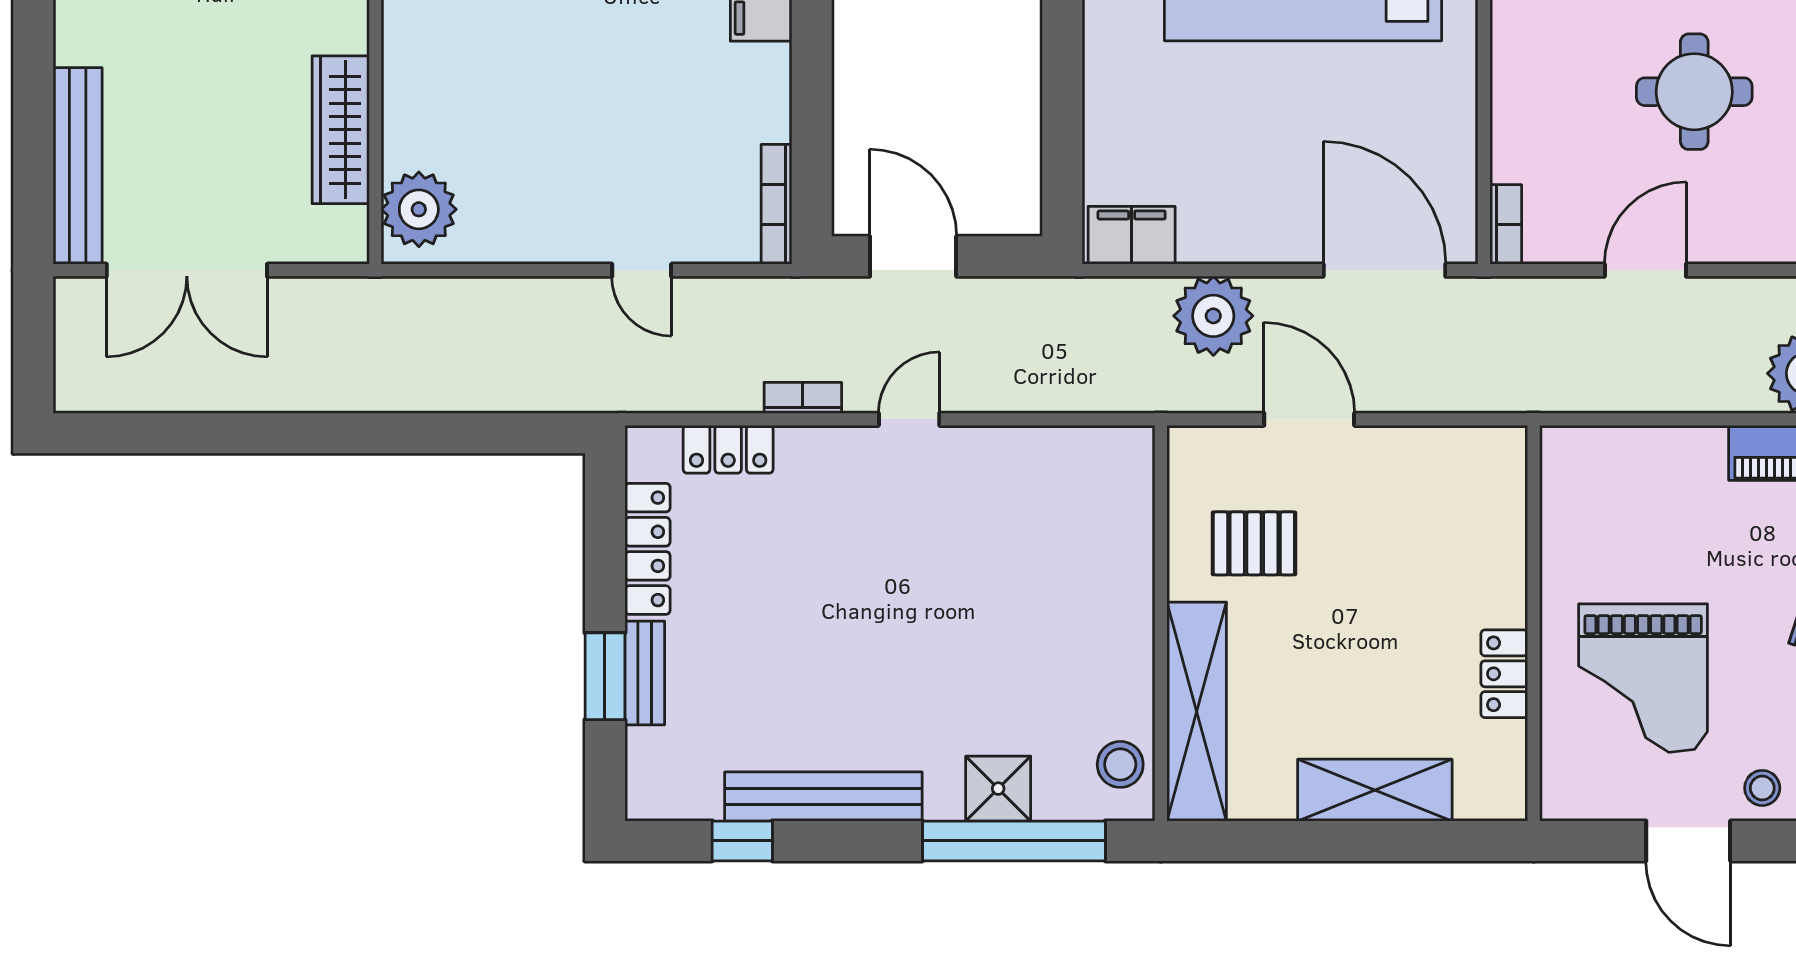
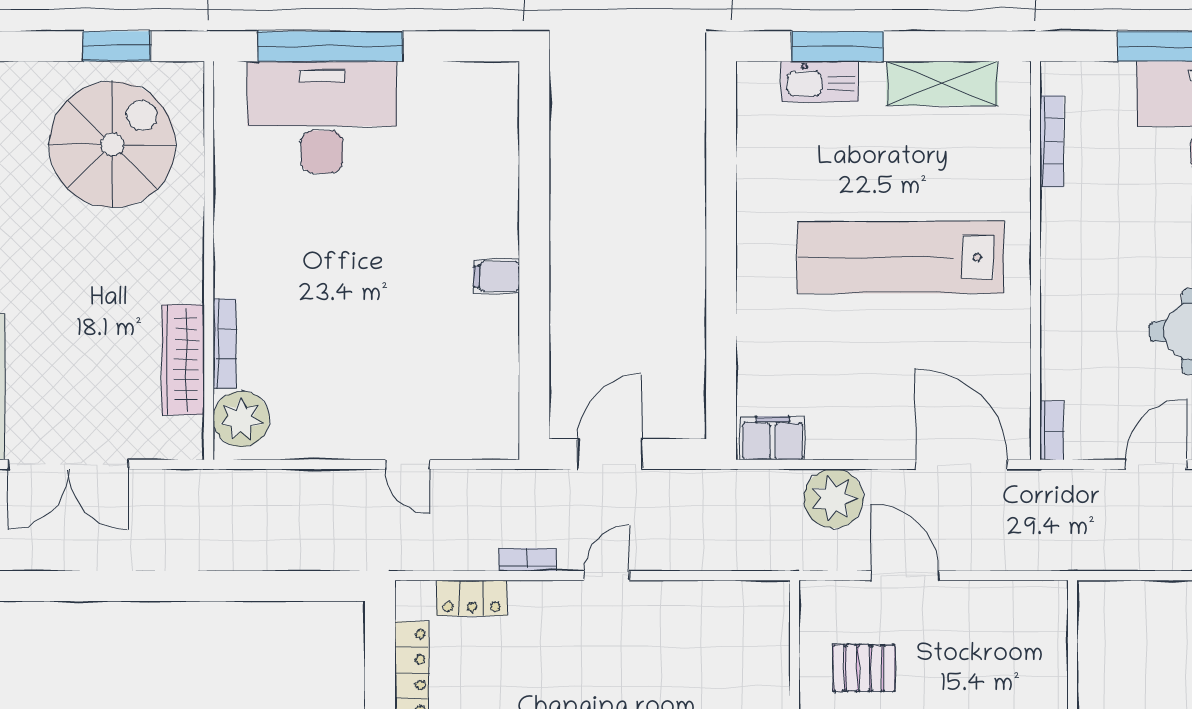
bookcase: (777, 204) -> (225, 343), moved, turned 180
door: (913, 256) -> (610, 454), hinge flipped

